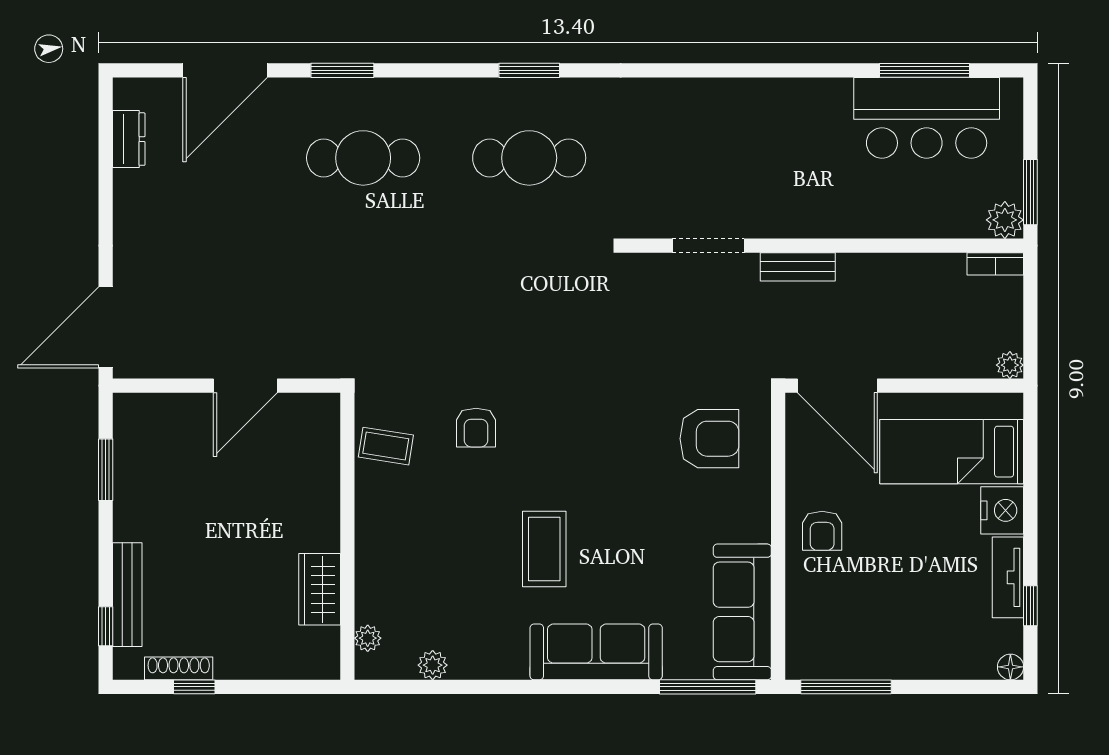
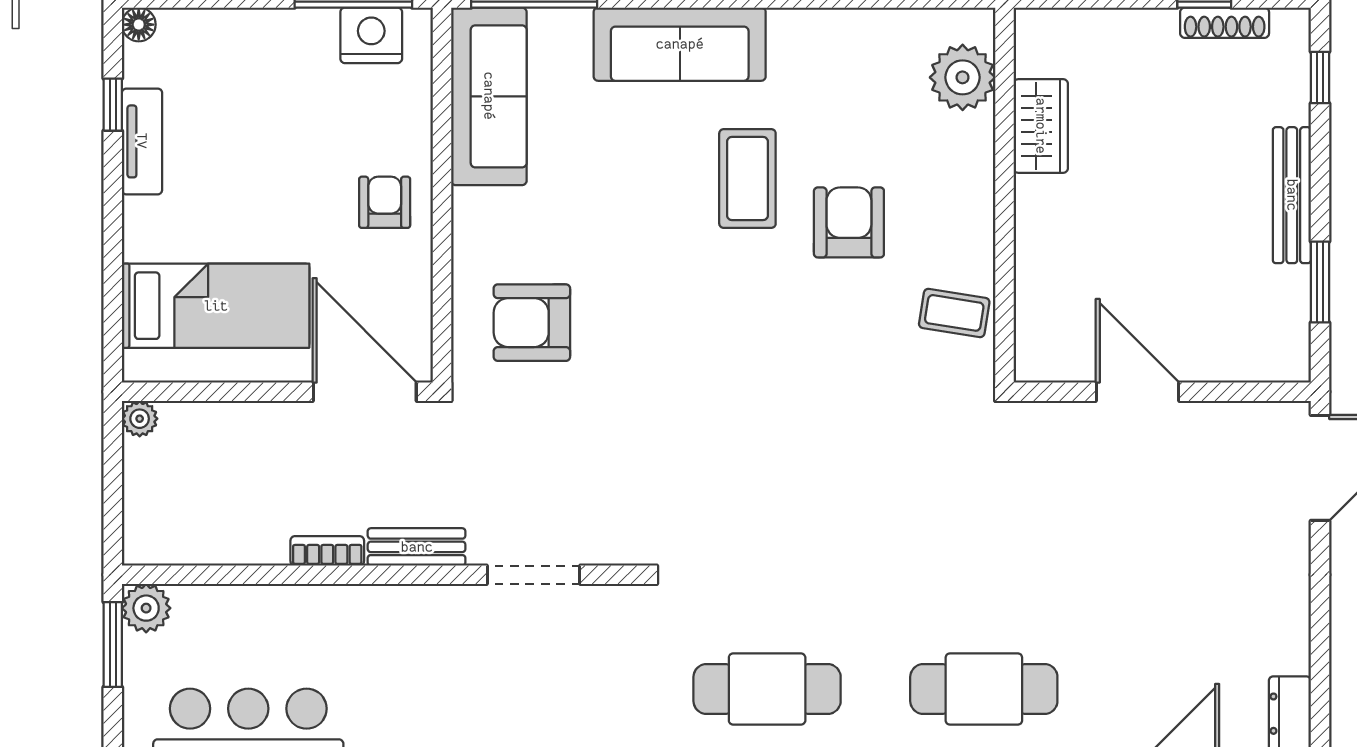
bookcase: (995, 264) -> (327, 551), moved
door: (245, 386) -> (1138, 392), hinge flipped
armchair: (476, 428) -> (849, 222), moved, width x1.38, depth x1.38
nightstand: (1002, 510) -> (371, 35), moved, turned 90
bench: (127, 595) -> (1292, 195), moved
plant: (368, 638) -> (963, 77), width x1.88, depth x1.88
plant: (433, 665) -> (893, 27), removed

